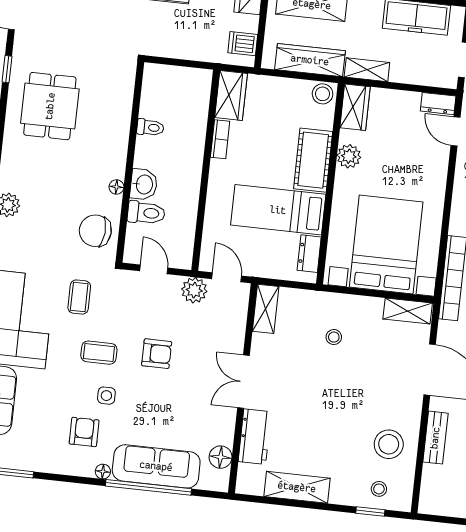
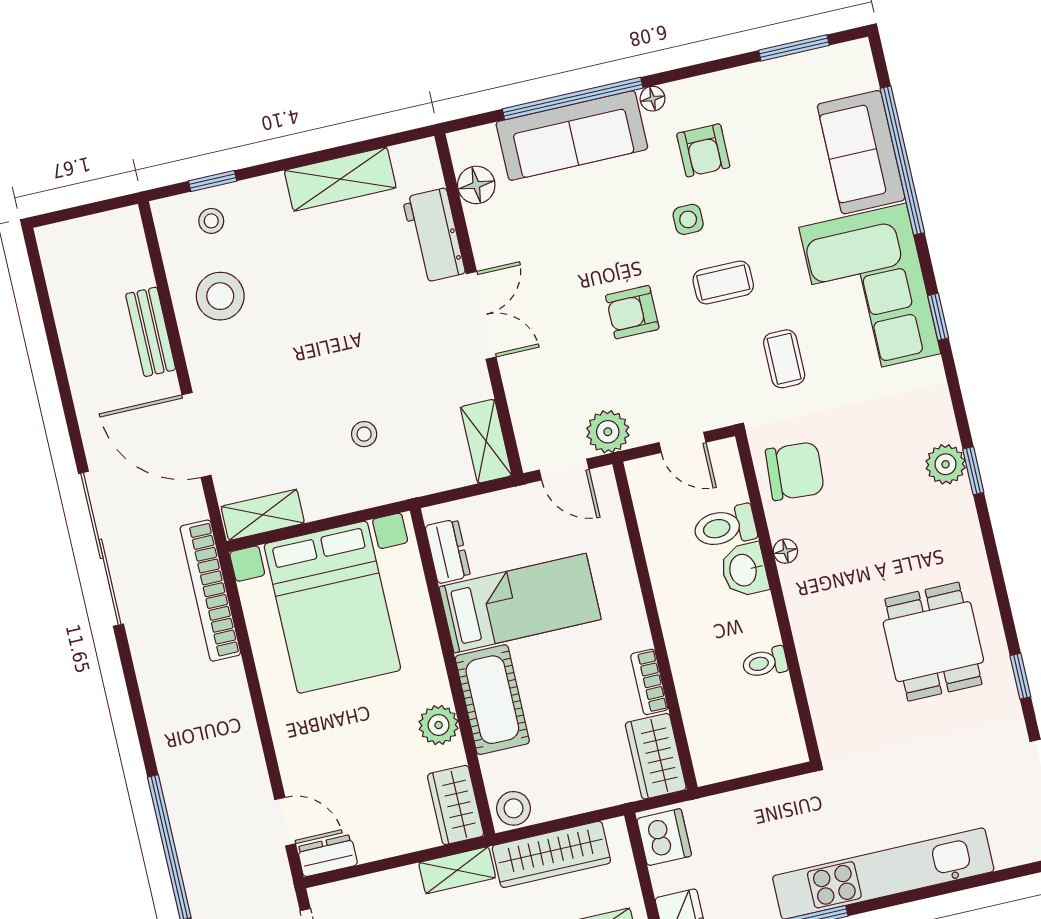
dishwasher: (243, 44) -> (664, 837), width x1.38

